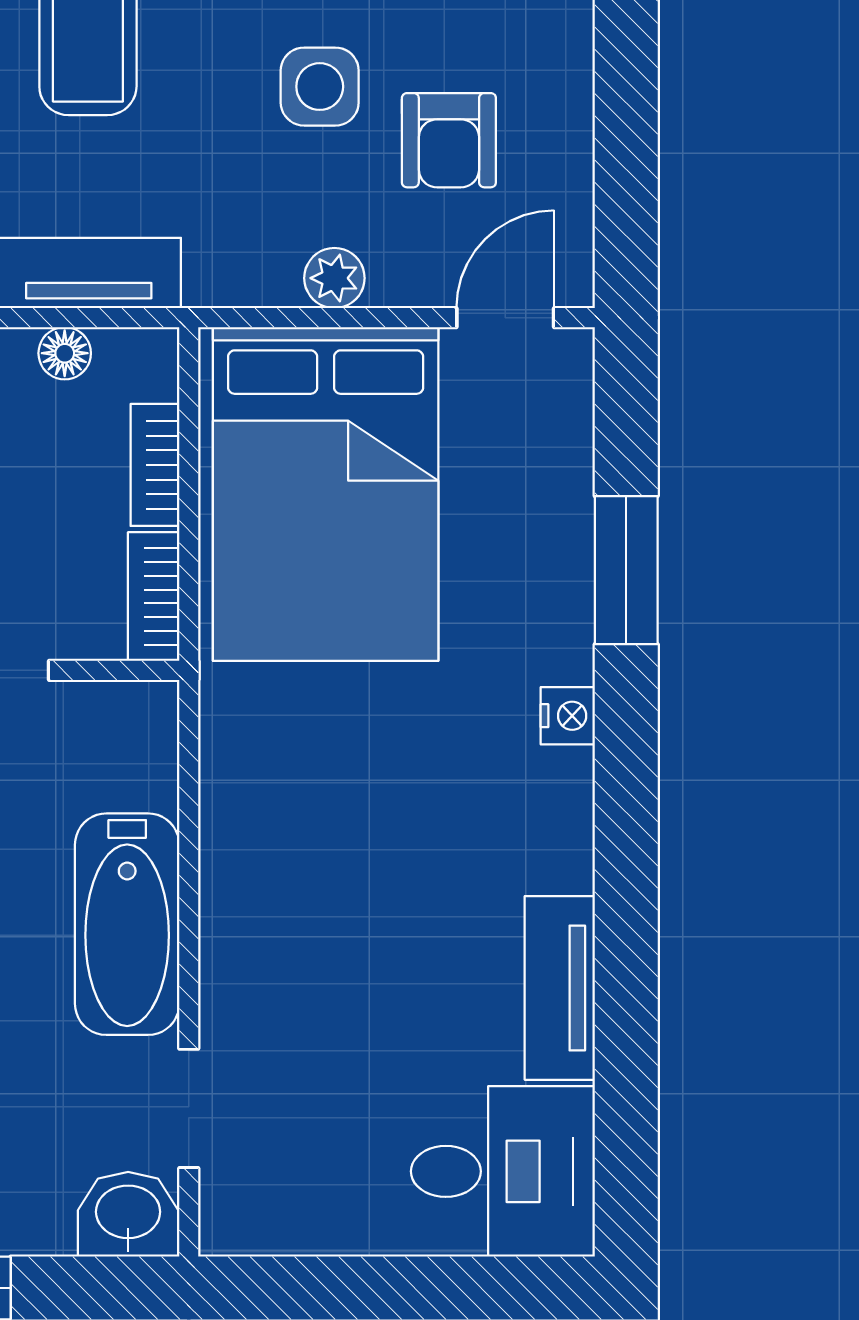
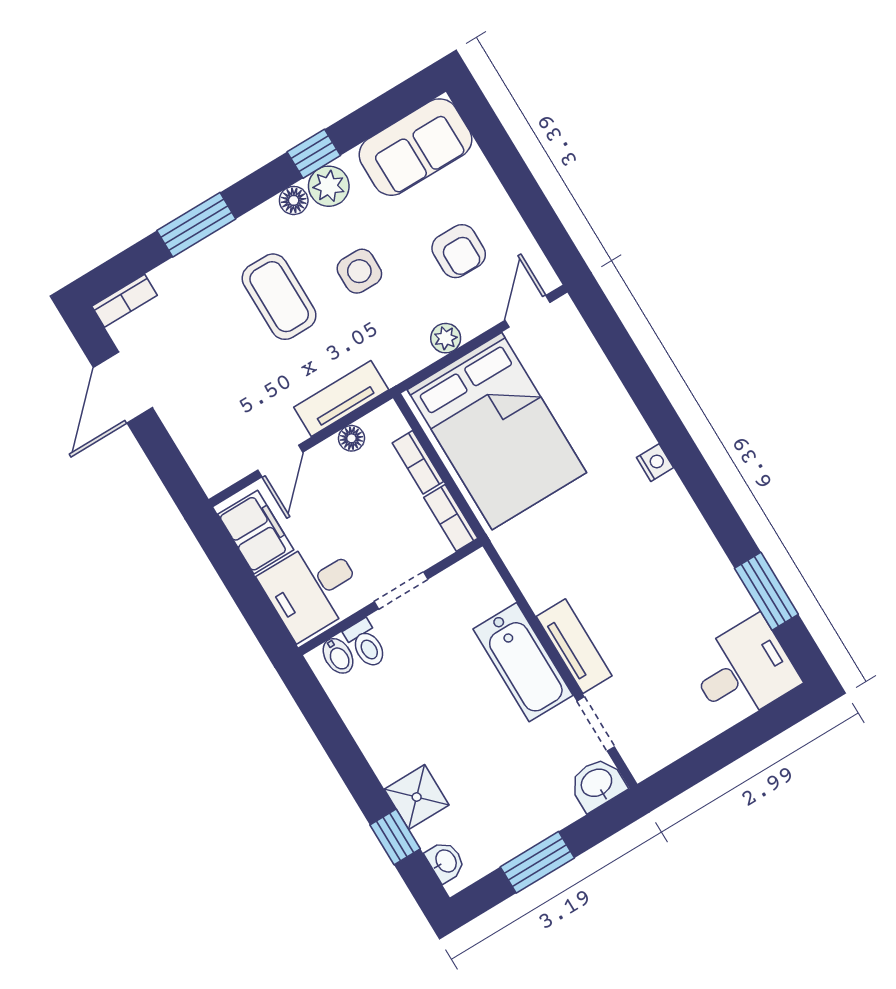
side table: (320, 87) -> (359, 271), moved
window: (626, 570) -> (766, 591), moved
tv unit: (560, 988) -> (574, 646), moved, turned 180

